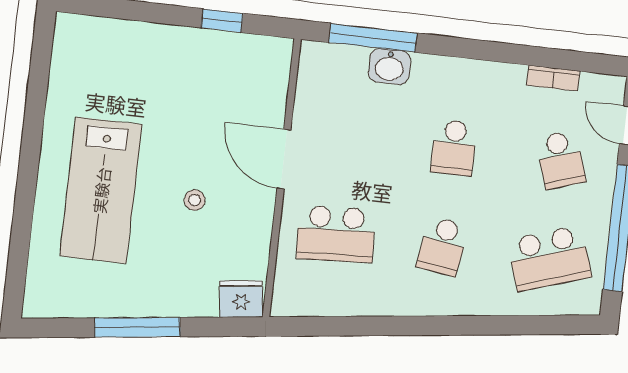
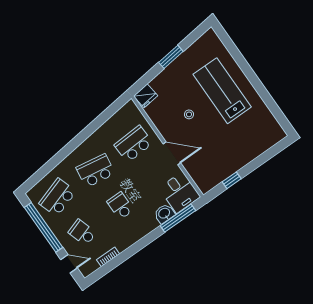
desk: (331, 80) -> (180, 192), added
school desk: (443, 246) -> (96, 171), width x1.85
window: (137, 327) -> (171, 57), width x0.69

